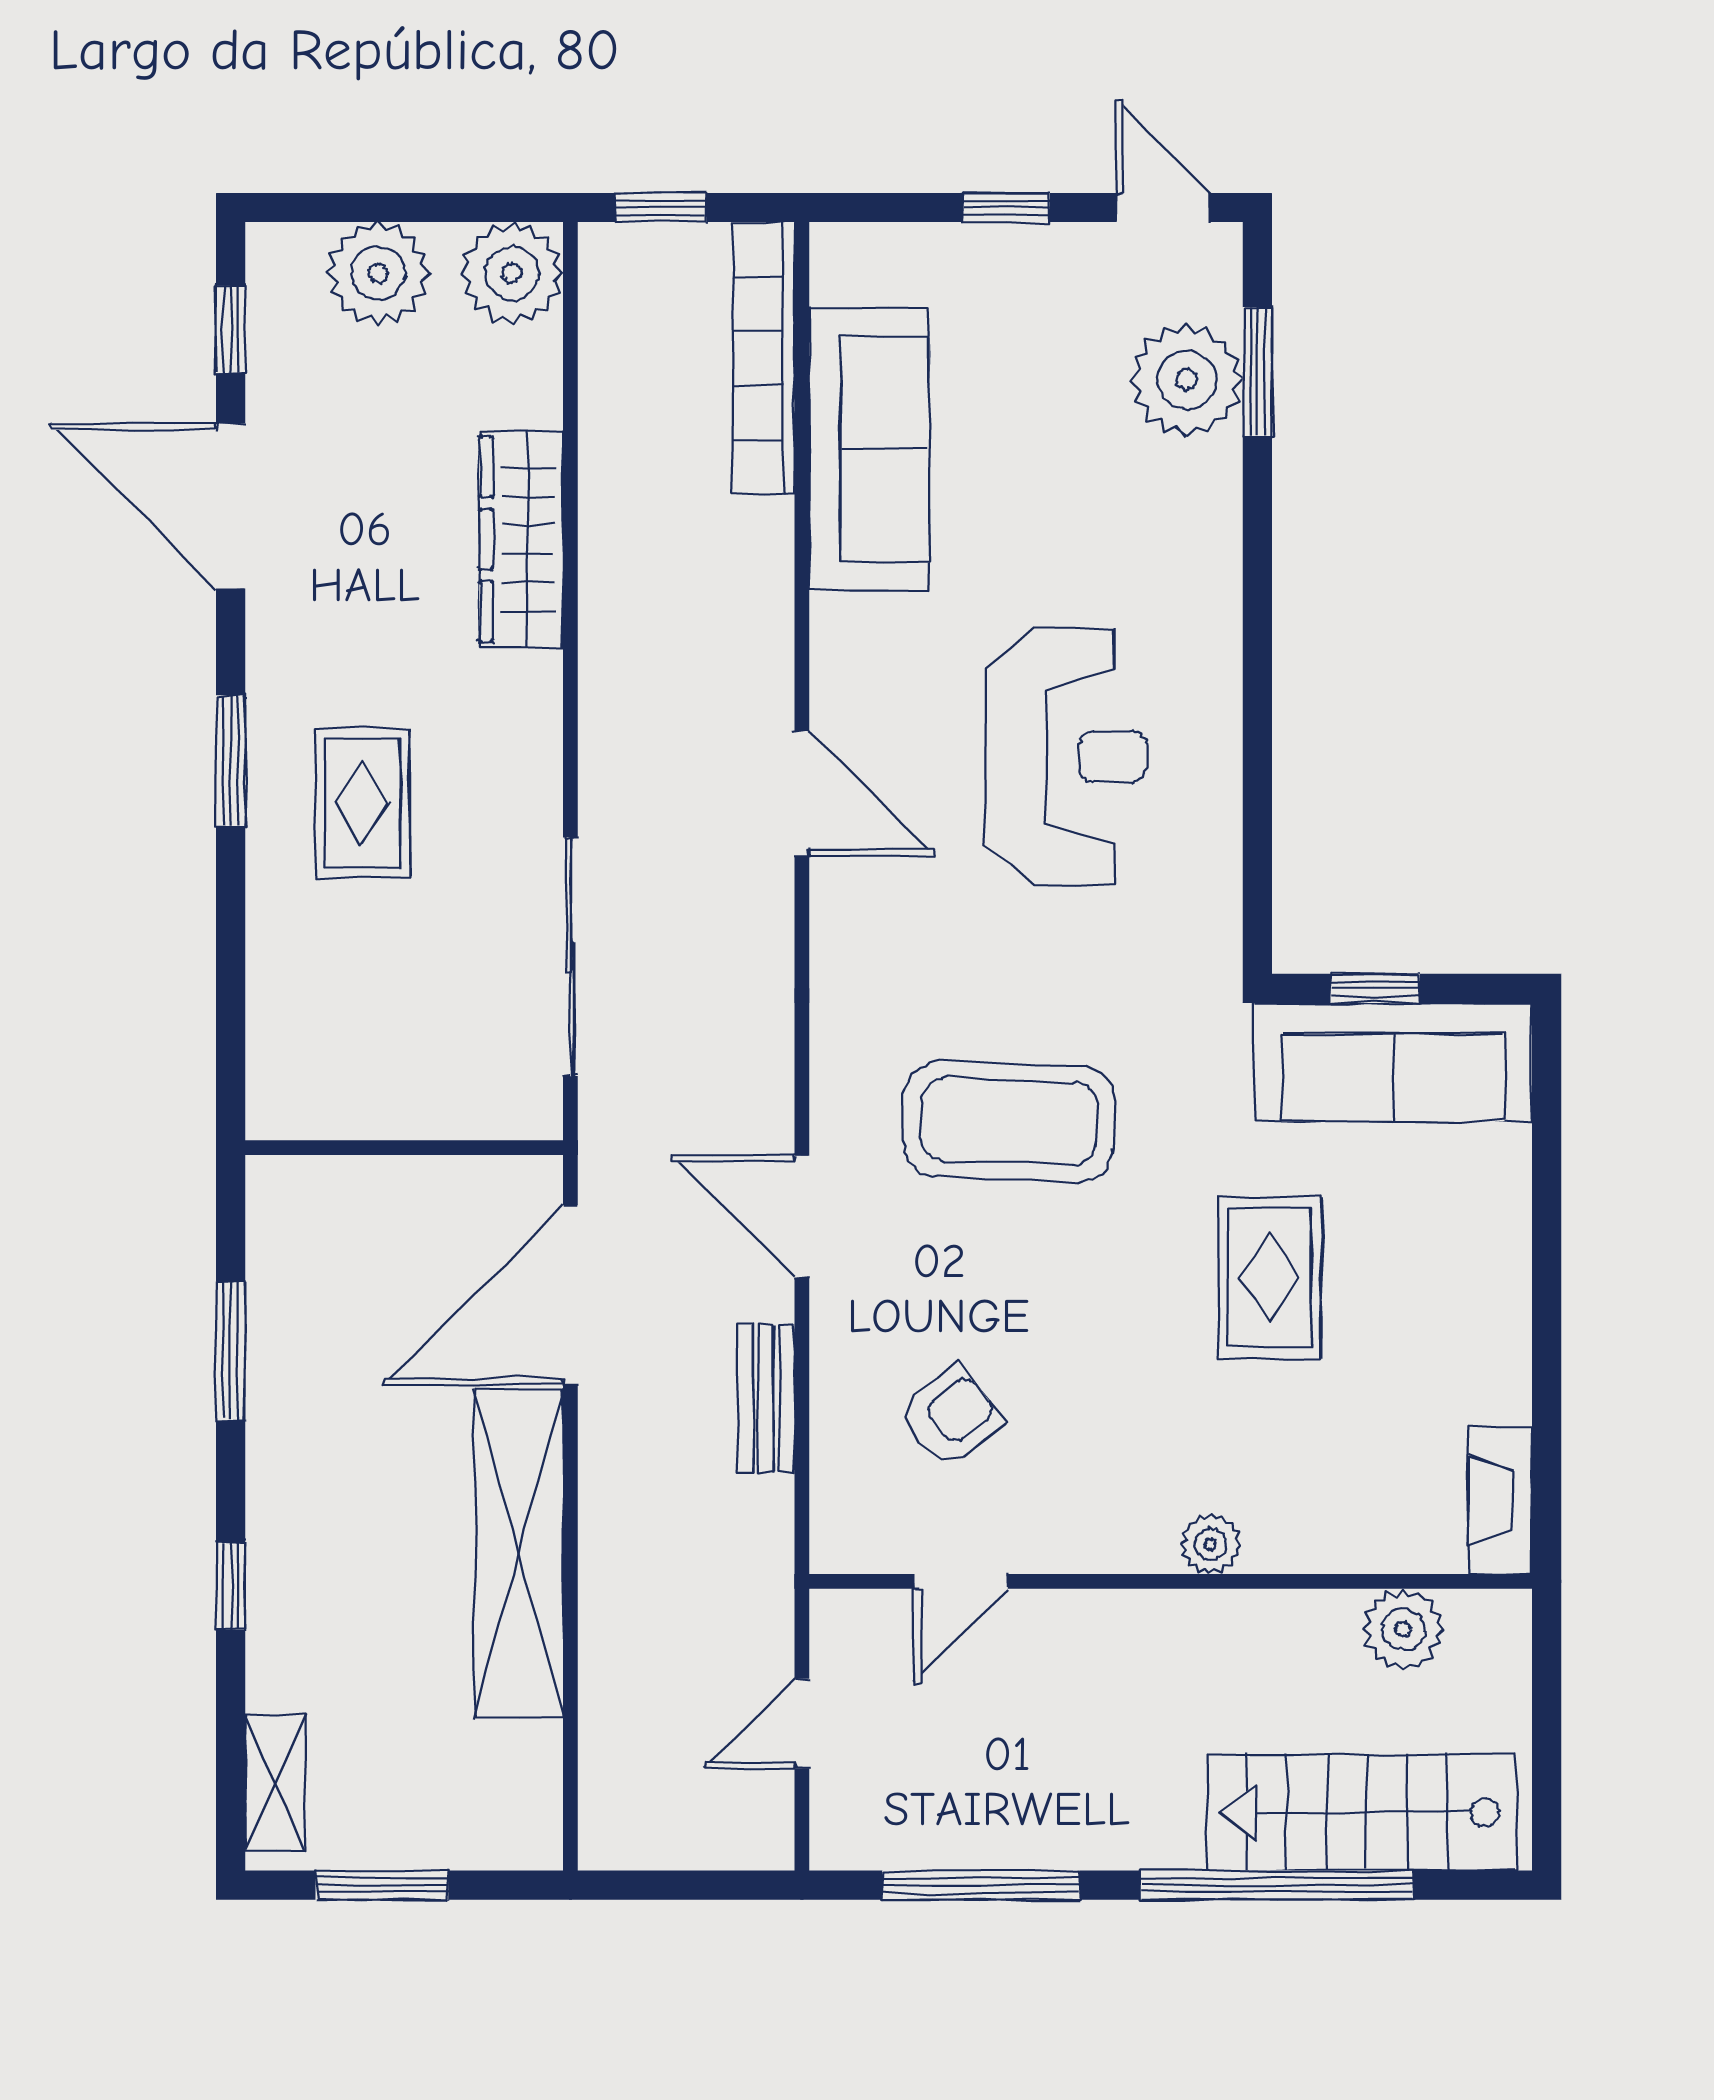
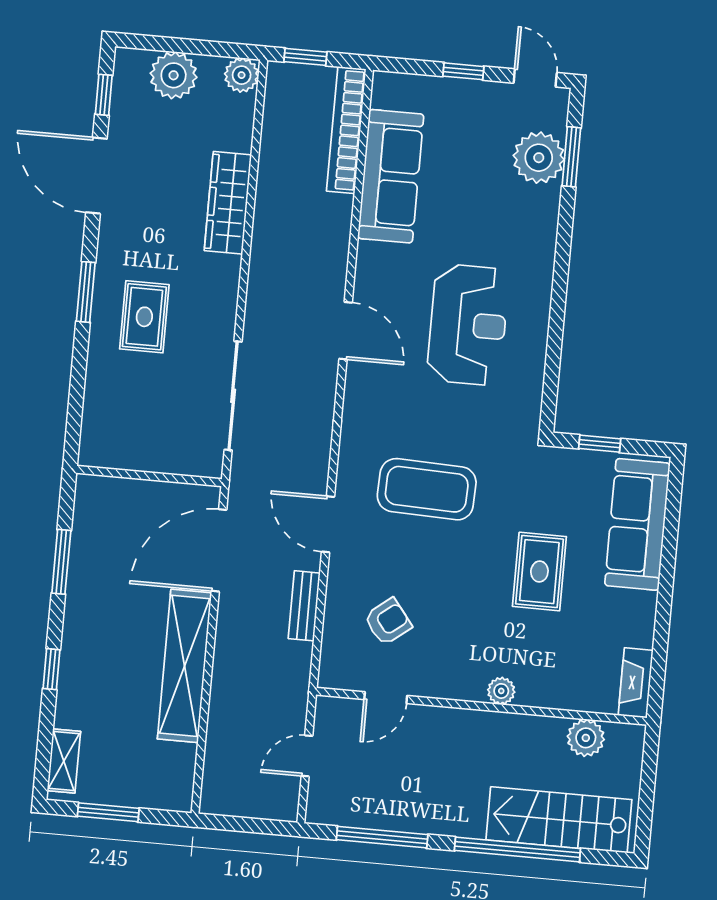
plant: (512, 273) -> (242, 75), width x0.73, depth x0.73
sofa: (1393, 1062) -> (637, 524), moved, turned 90

